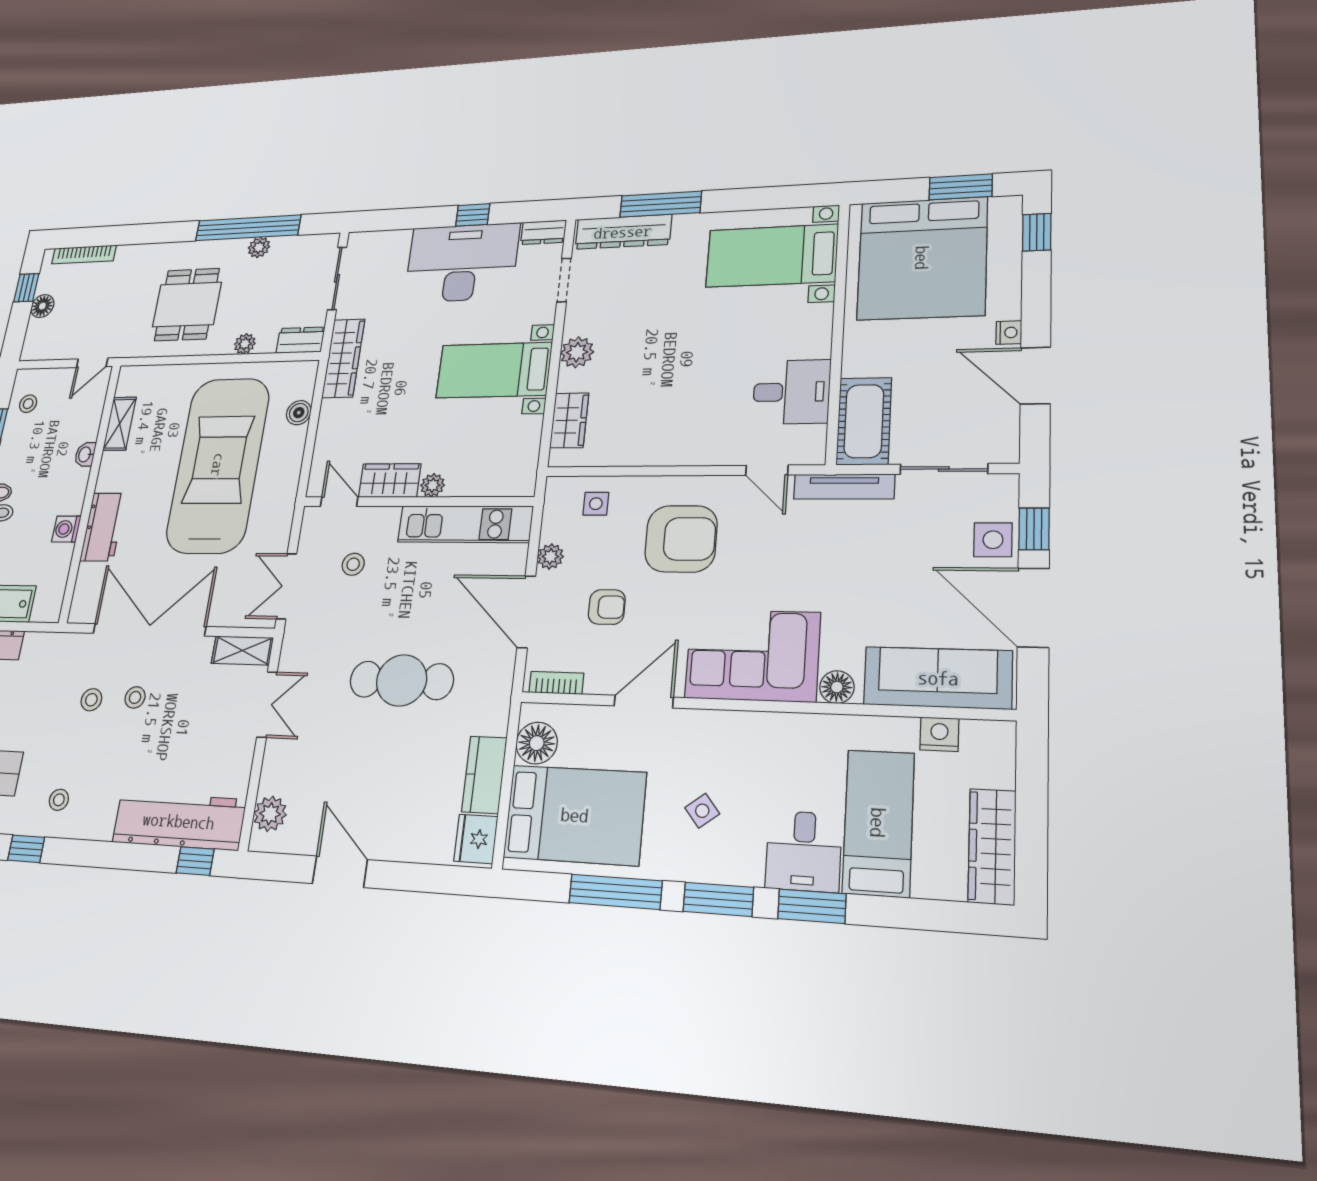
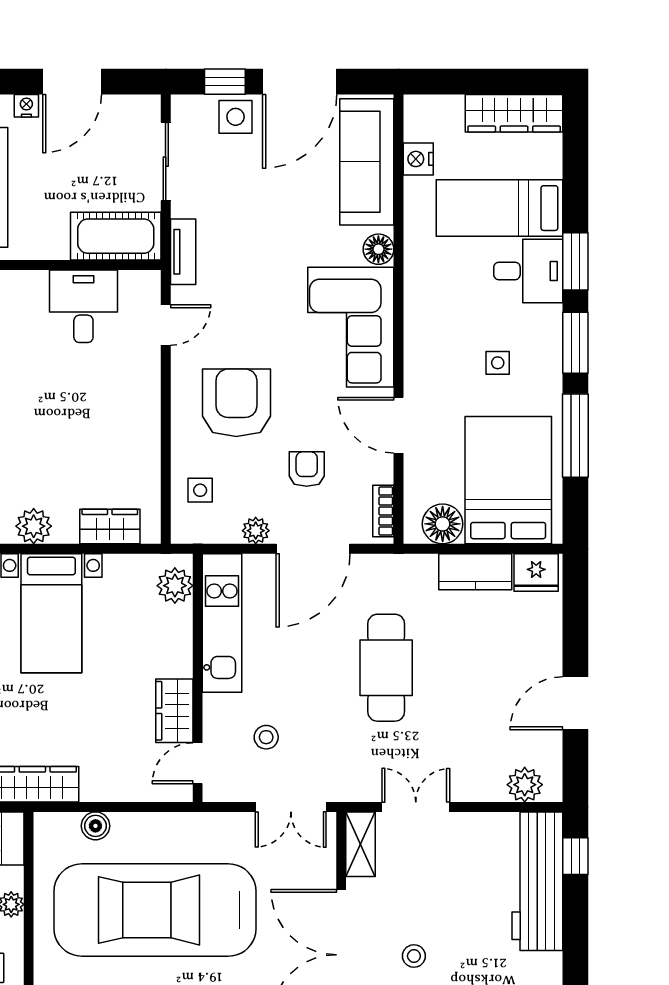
plant: (433, 485) -> (175, 586), moved, width x1.38, depth x1.38
tv unit: (844, 487) -> (183, 252), width x0.71
side table: (702, 811) -> (498, 363), turned 38

